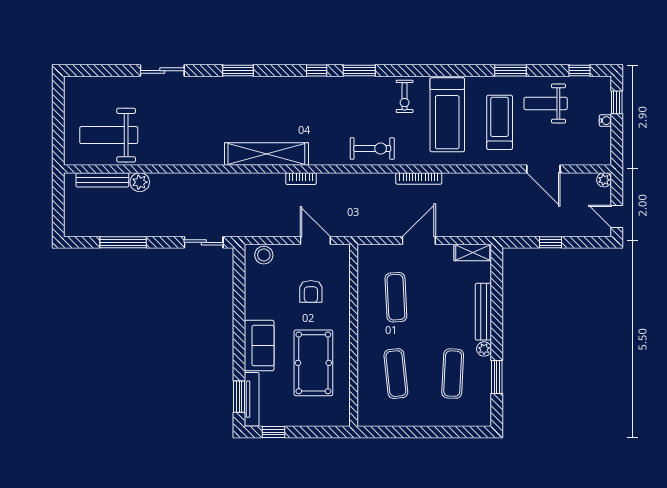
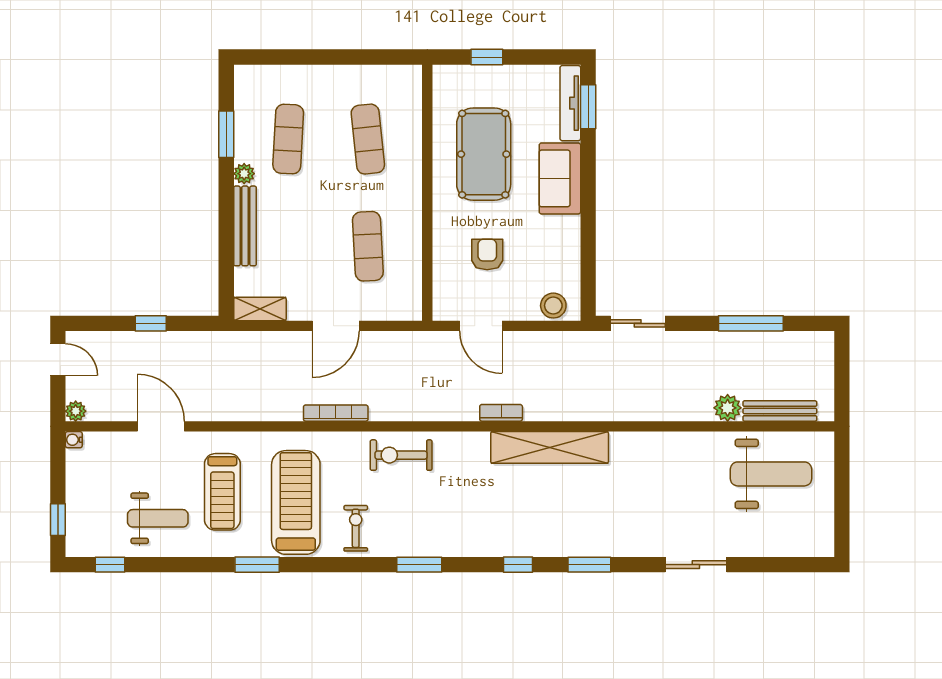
window: (317, 71) -> (518, 565), moved
window: (510, 71) -> (257, 565), moved
water cooler: (605, 121) -> (74, 440), moved
window: (273, 432) -> (487, 57), moved

